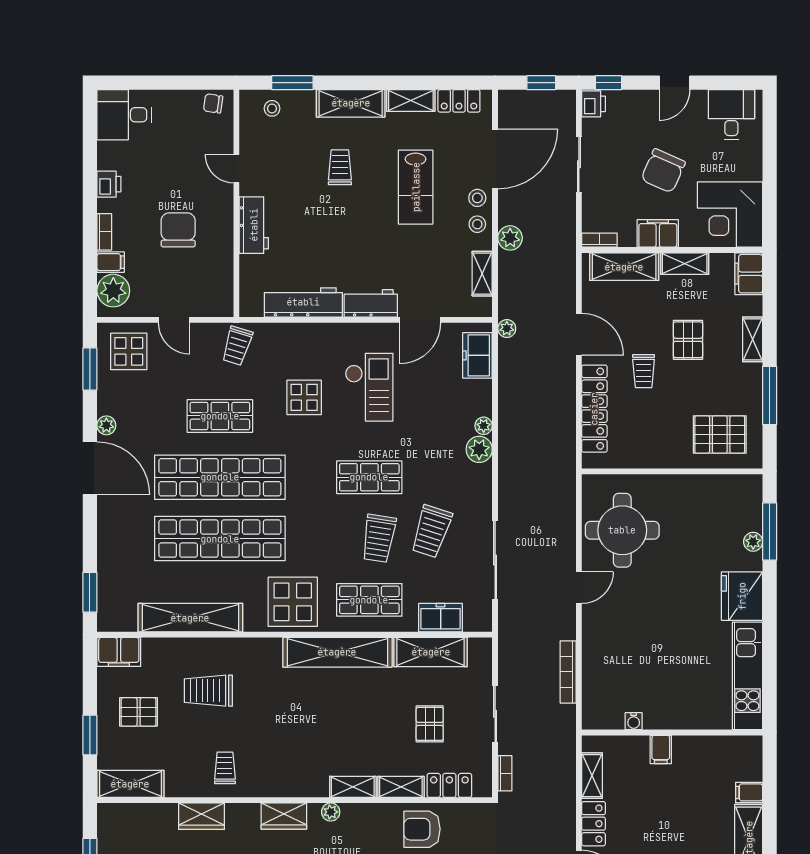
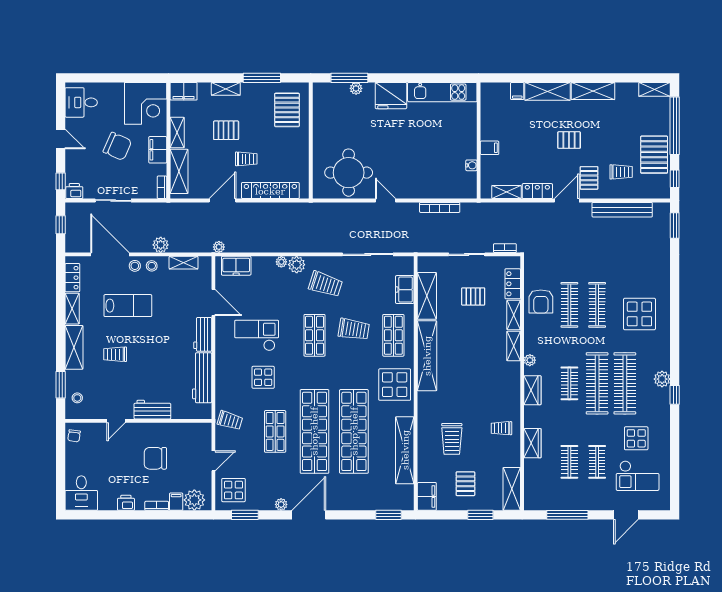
trolley: (431, 531) -> (325, 284), moved

